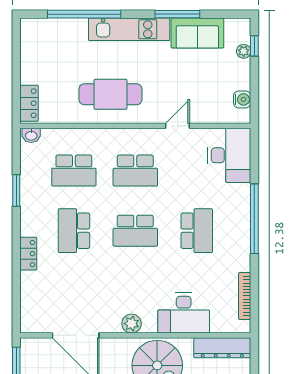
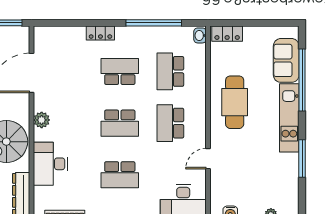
sofa: (197, 33) -> (286, 60), moved
door: (177, 126) -> (208, 159), swing flipped
window: (16, 190) -> (154, 23), width x2.11
school desk: (135, 231) -> (120, 123), turned -90

